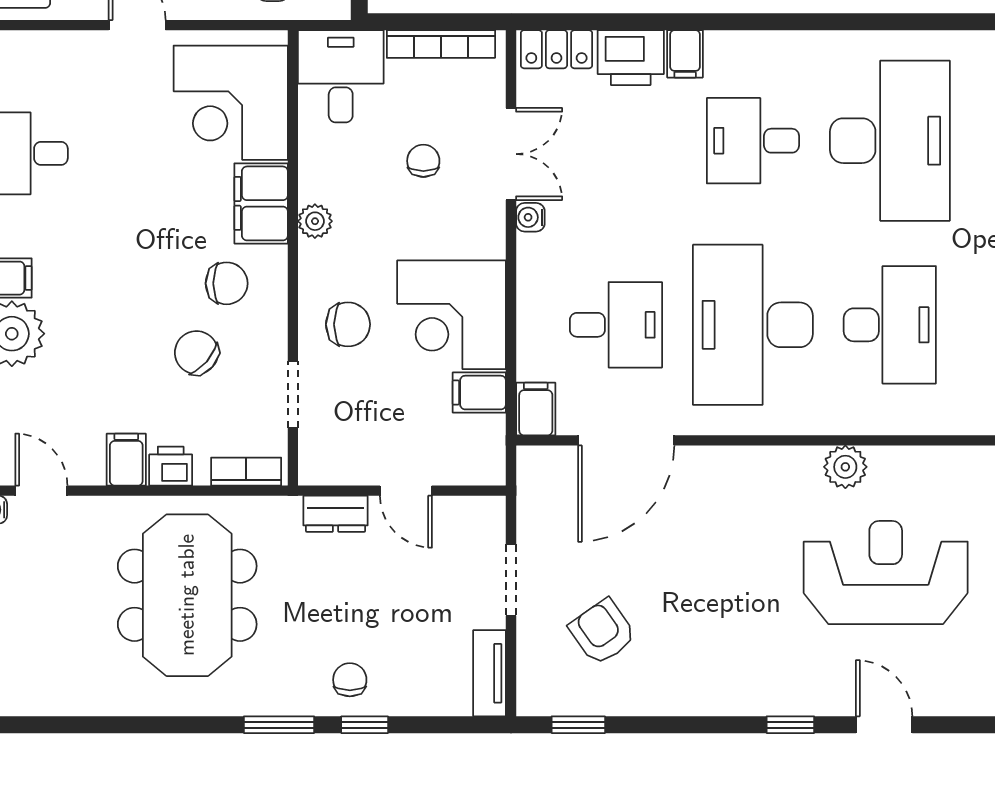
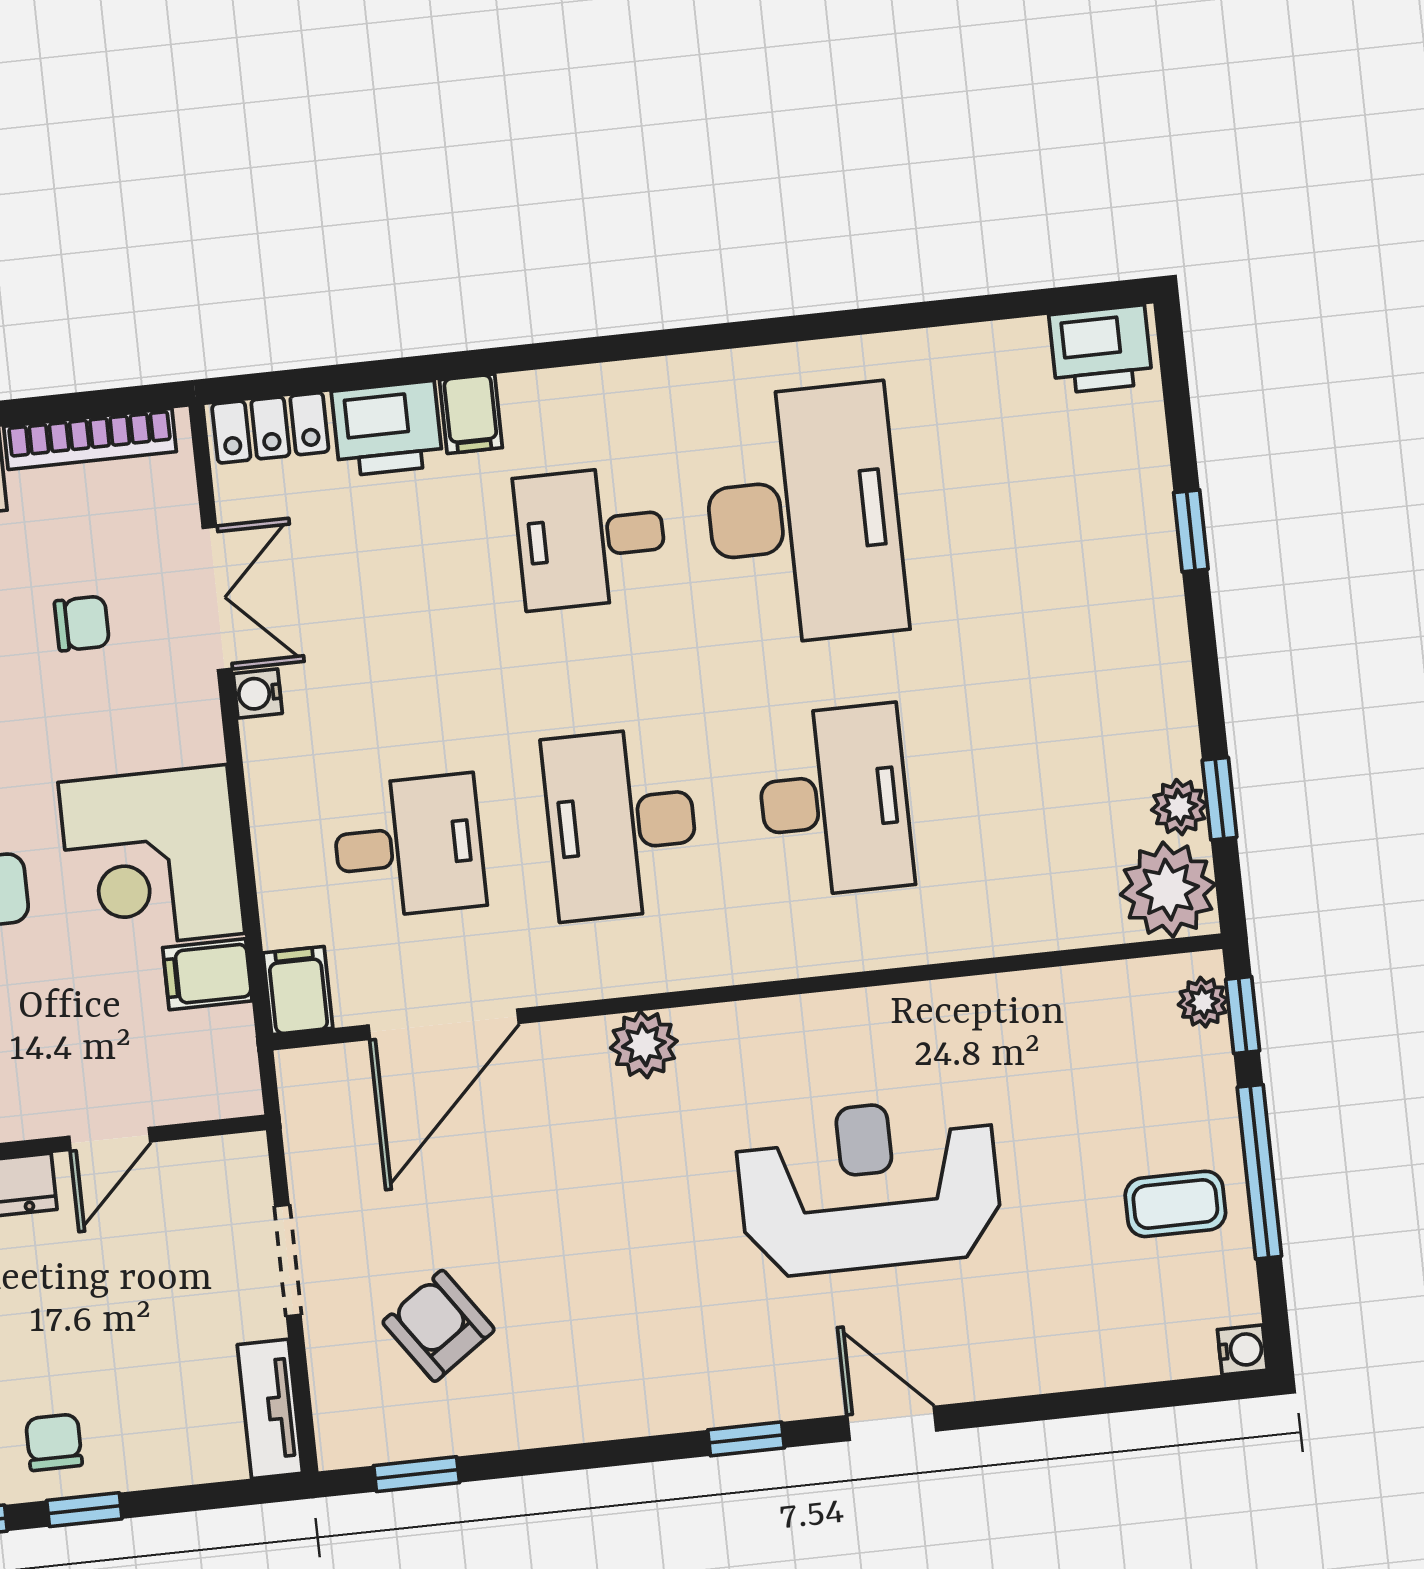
chair: (423, 161) -> (82, 623), turned 90
desk: (753, 325) -> (621, 824), width x0.73, depth x0.77
plant: (845, 467) -> (644, 1044), moved
door: (406, 491) -> (110, 1139), hinge flipped

